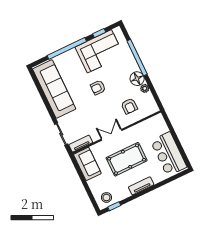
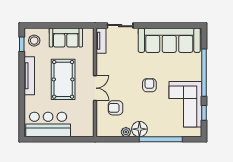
double door: (112, 135) -> (95, 88), moved
sofa: (87, 164) -> (66, 38), moved
tv unit: (141, 186) -> (29, 76), width x1.41

